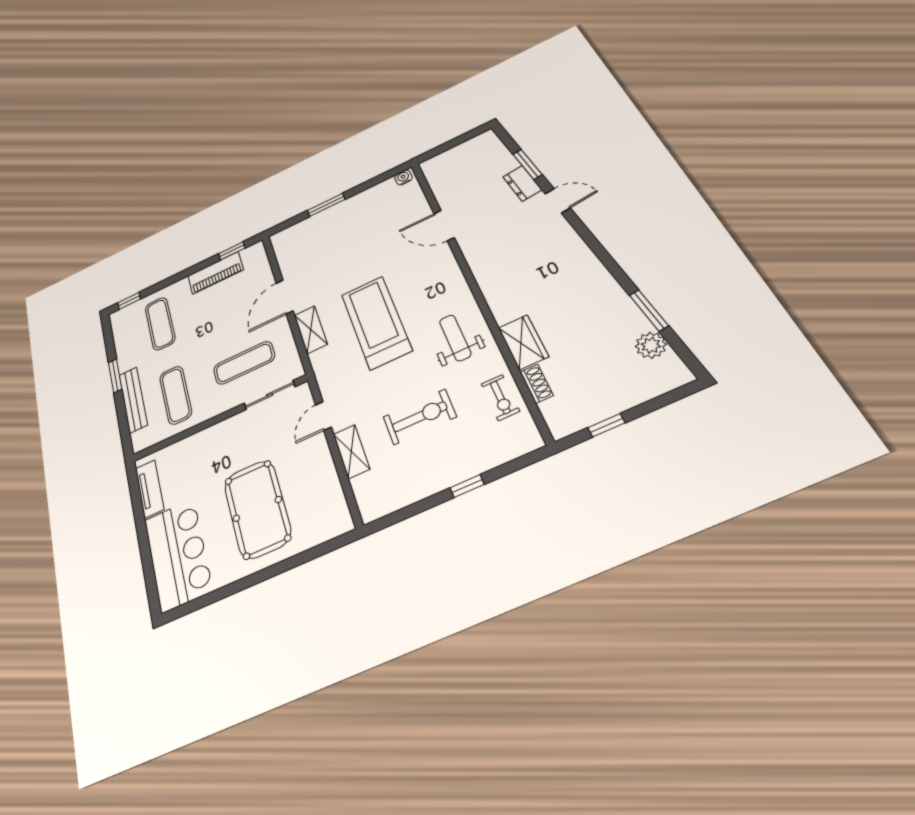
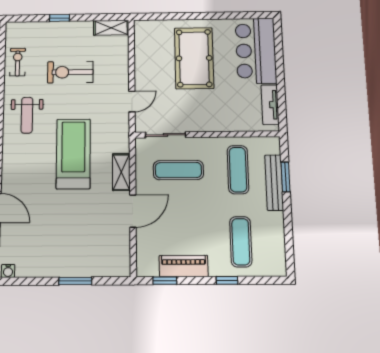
window: (129, 301) -> (227, 280), moved
treadmill: (376, 322) -> (73, 154), turned 180
window: (115, 376) -> (285, 177), moved
shelving: (351, 451) -> (111, 28), moved, turned 90

